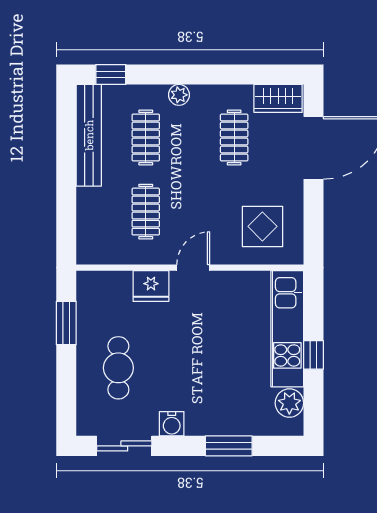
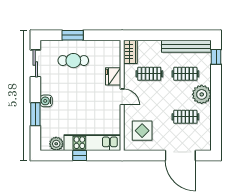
plant: (179, 95) -> (202, 94), width x1.87, depth x1.87
wardrobe: (278, 98) -> (130, 52), moved, turned 180
window: (66, 323) -> (73, 35), moved
water cooler: (172, 424) -> (46, 101), moved

